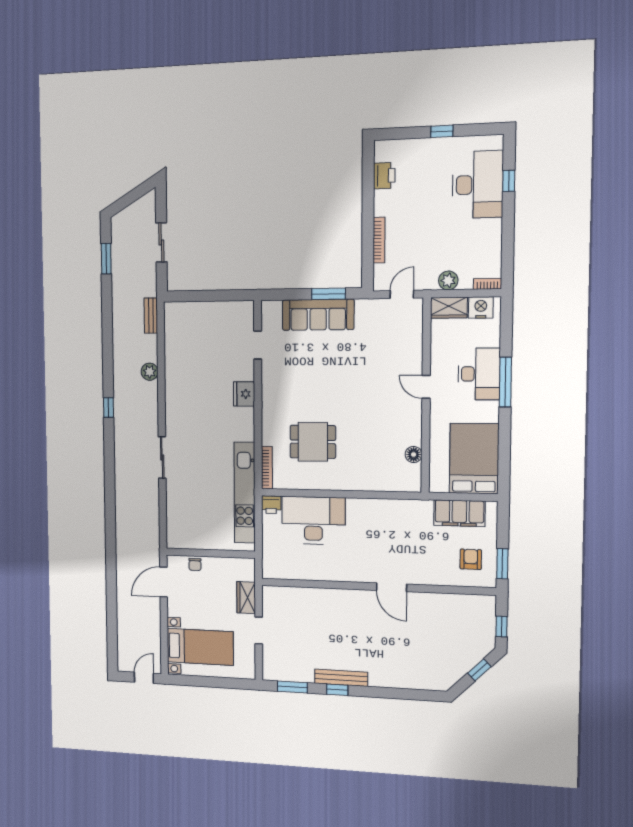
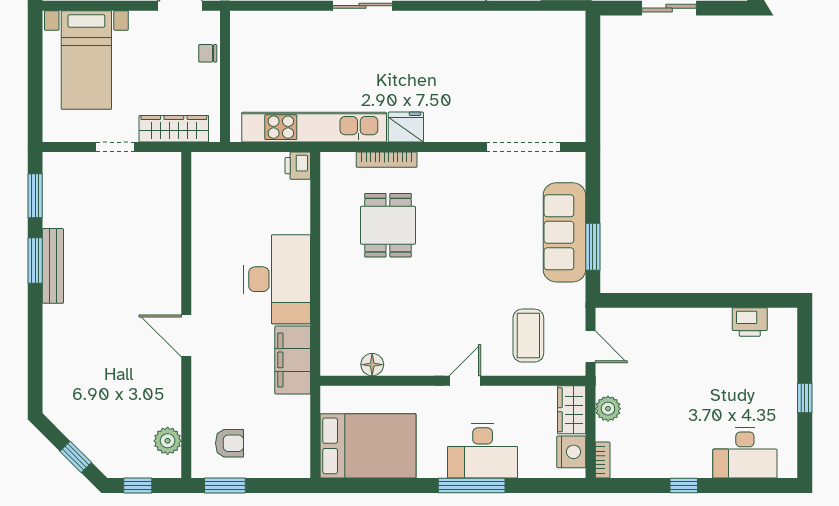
window: (509, 181) -> (684, 485), moved
desk: (478, 185) -> (745, 453), width x0.73, depth x0.77
bookcase: (379, 240) -> (664, 316), removed
coffee table: (393, 340) -> (528, 336), added
doorway: (258, 345) -> (523, 147), width x1.88
fridge: (244, 394) -> (406, 127), moved
bookcase: (267, 468) -> (387, 160), moved
filing cabinet: (459, 513) -> (293, 360), moved
desk: (313, 520) -> (277, 279), moved
door: (392, 587) -> (186, 336), hinge flipped
wardrobe: (246, 598) -> (174, 129), width x1.50
plant: (468, 604) -> (168, 441), added
window: (337, 690) -> (35, 260), width x1.50

